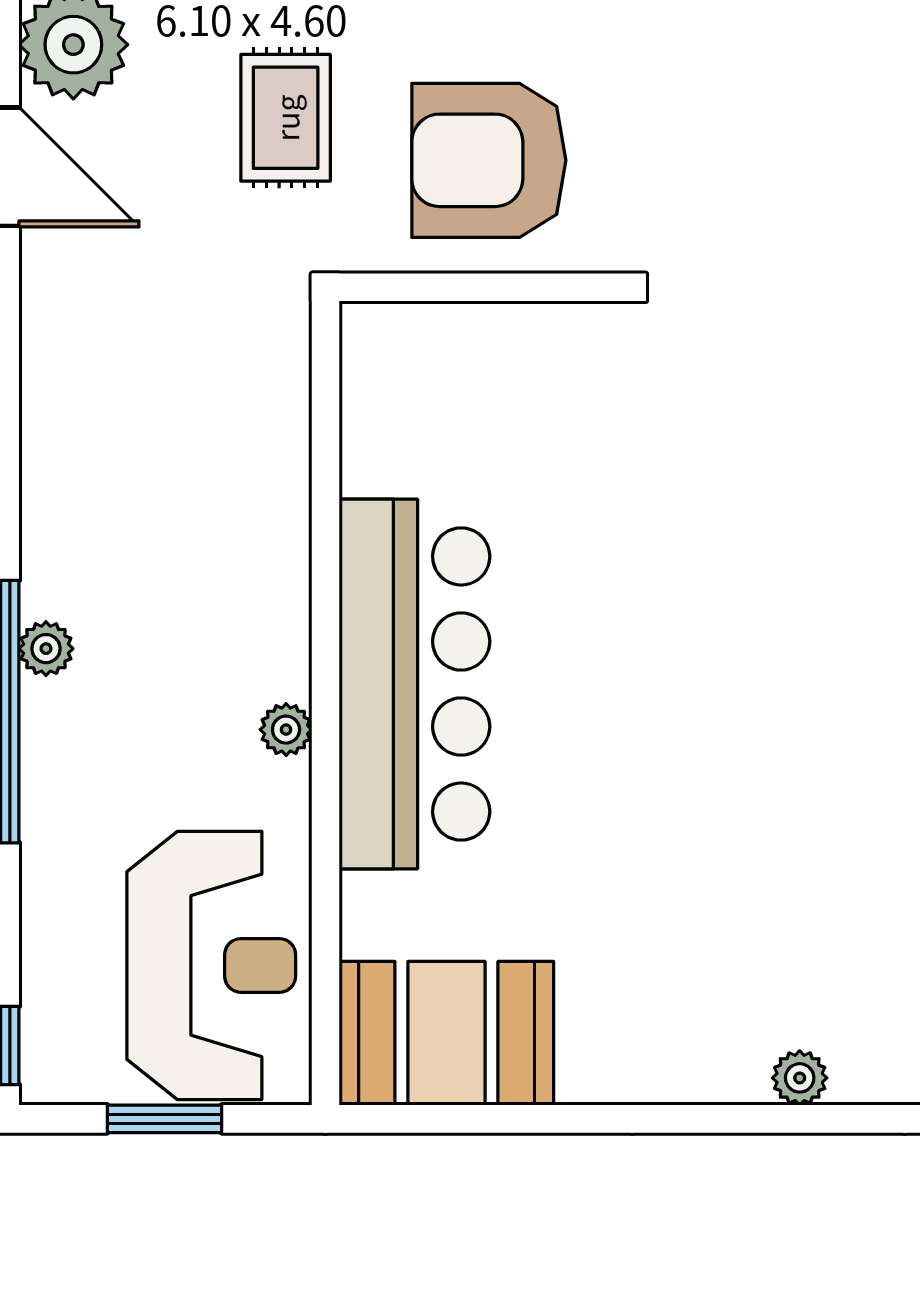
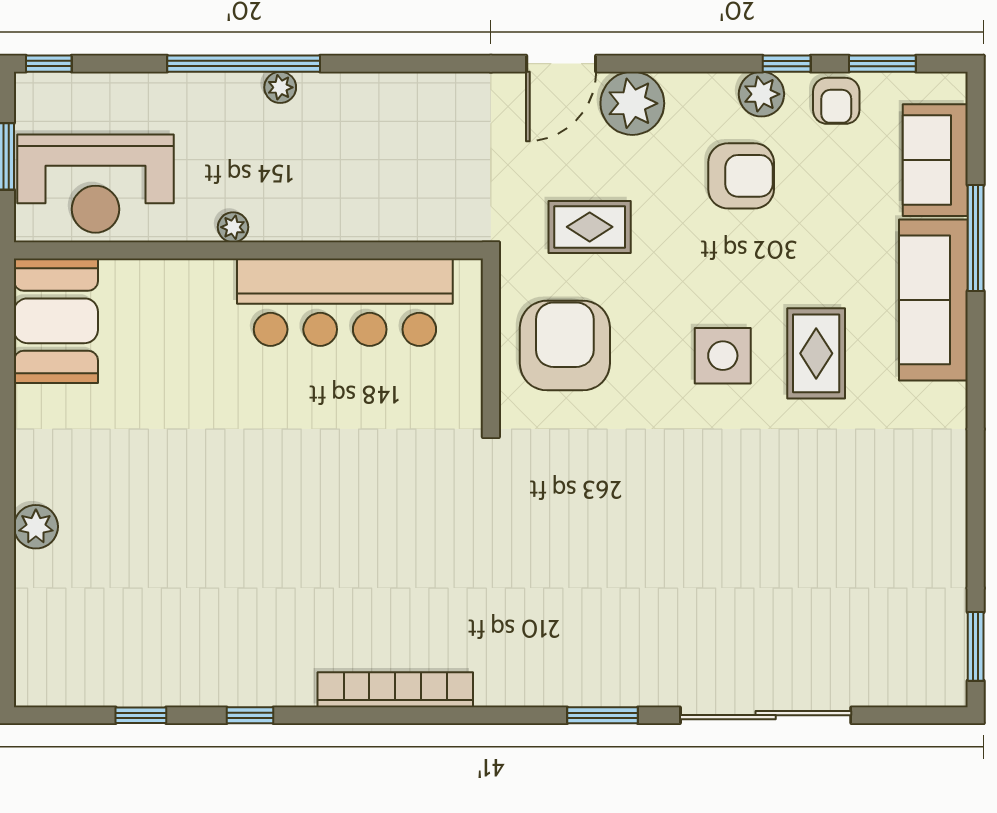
bar counter: (415, 684) -> (345, 302), moved
plant: (800, 1078) -> (36, 527), width x1.38, depth x1.38

